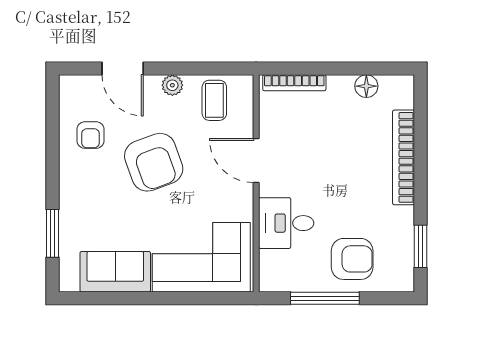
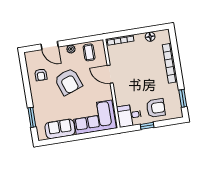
desk: (286, 223) -> (129, 115), moved
window: (325, 298) -> (147, 126), width x0.46

